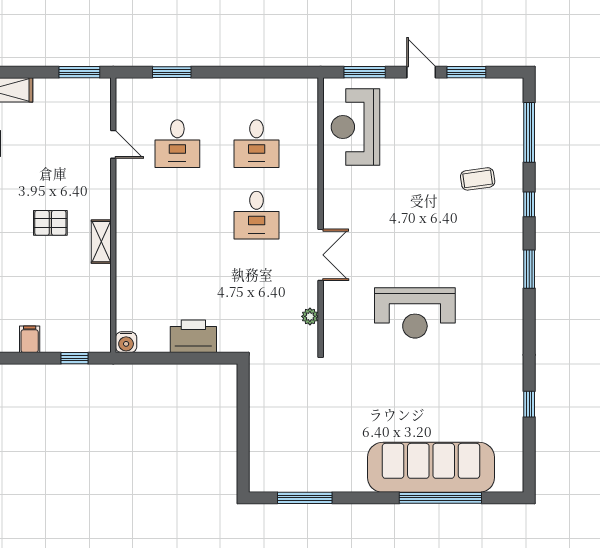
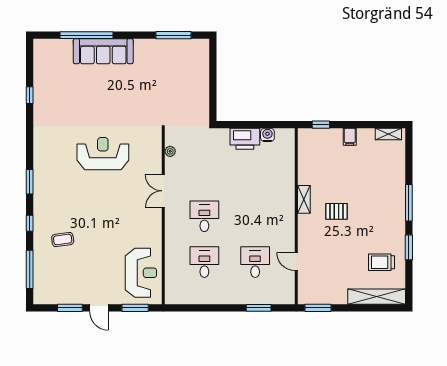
water cooler: (126, 342) -> (267, 135), moved
sofa: (431, 467) -> (103, 51), width x0.74, depth x0.79

